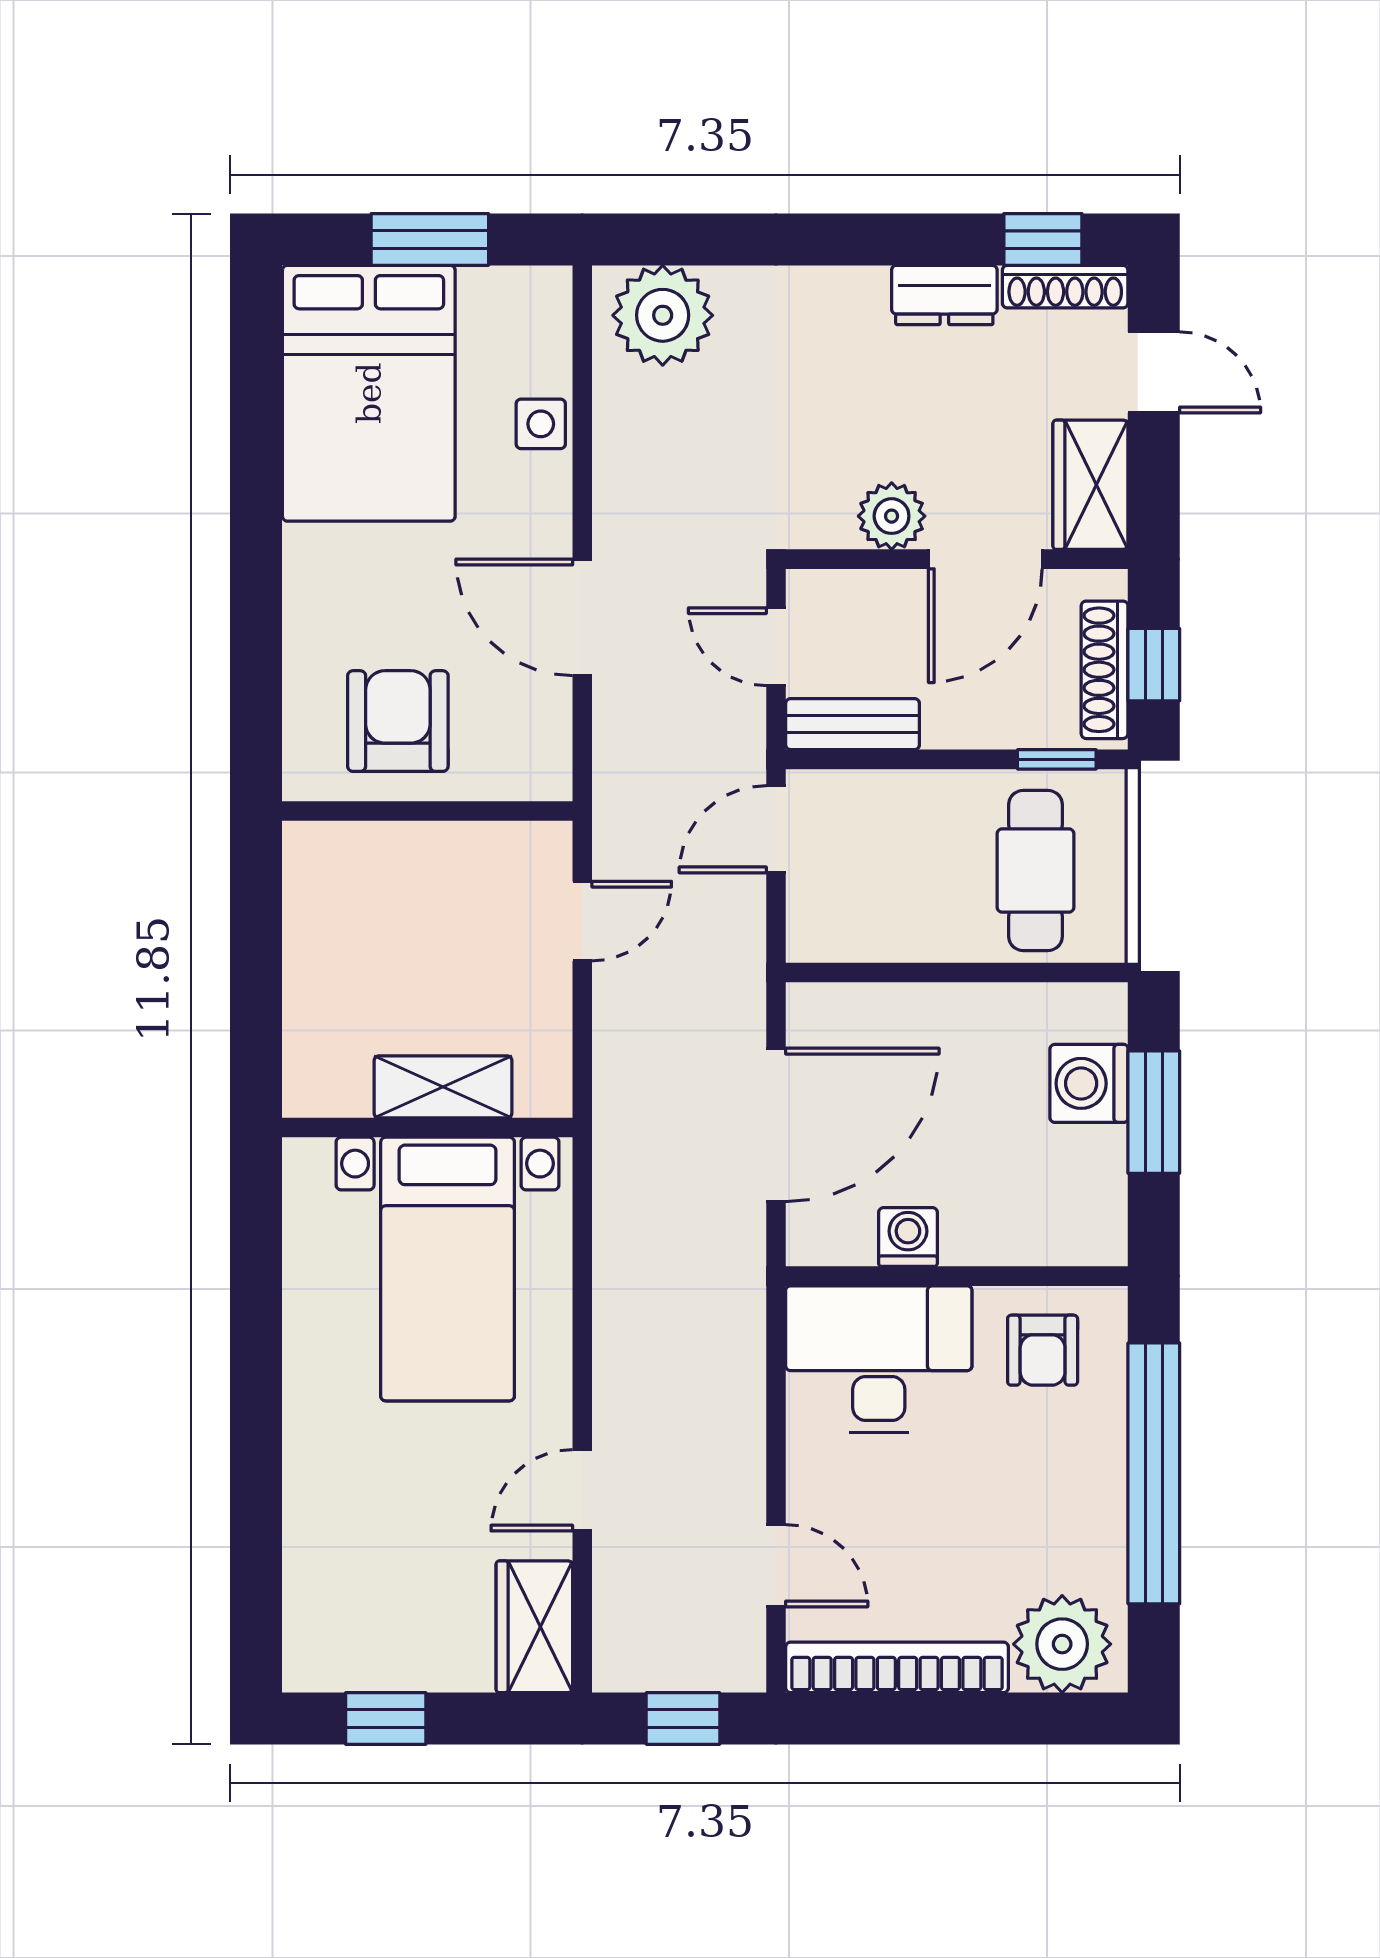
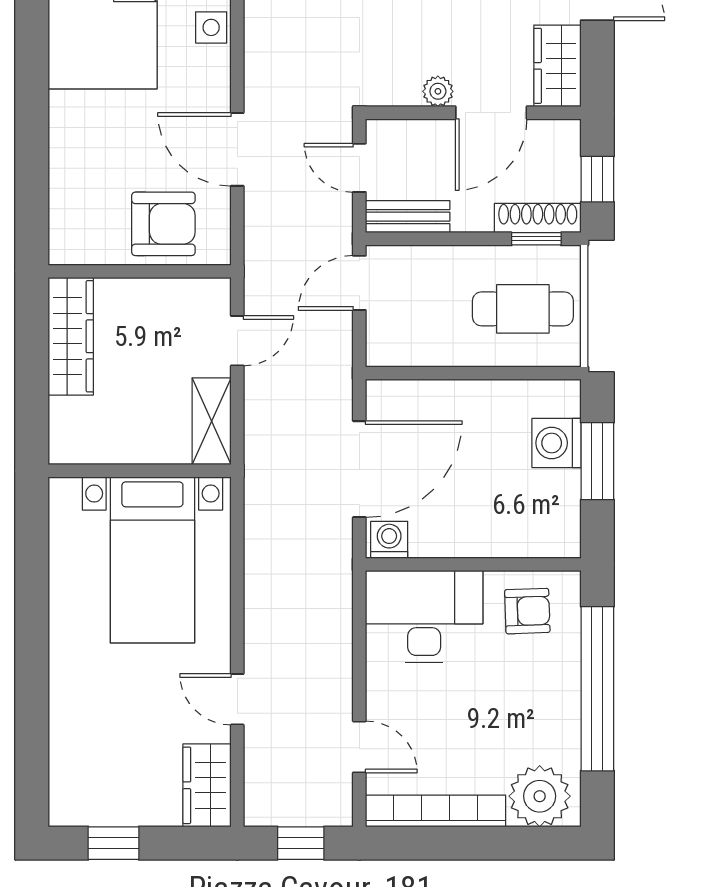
plant: (892, 516) -> (438, 91), width x0.73, depth x0.73
shoe rack: (1105, 670) -> (538, 218), moved, turned 90
armchair: (398, 721) -> (163, 224), moved, turned 90
cafe table: (1035, 870) -> (523, 309), turned 90
wardrobe: (318, 914) -> (71, 336), added
shelving: (443, 1087) -> (212, 421), moved, turned 90
washing machine: (908, 1237) -> (389, 540), moved
armchair: (1043, 1350) -> (527, 611), turned -92
door: (582, 1490) -> (237, 699), hinge flipped

